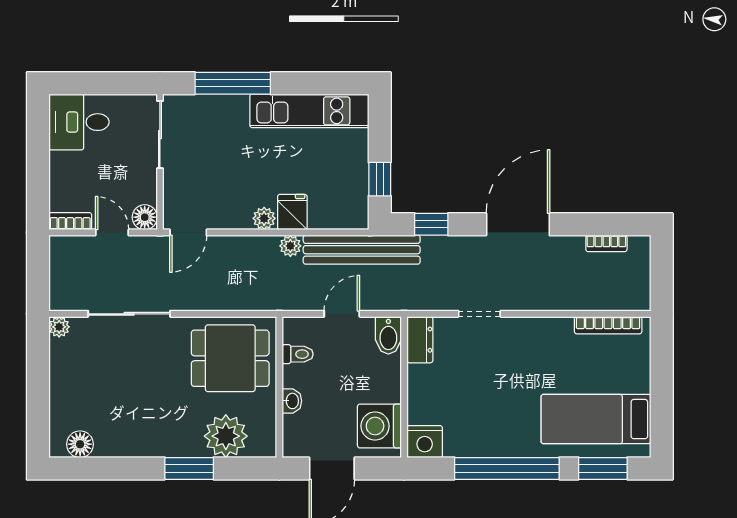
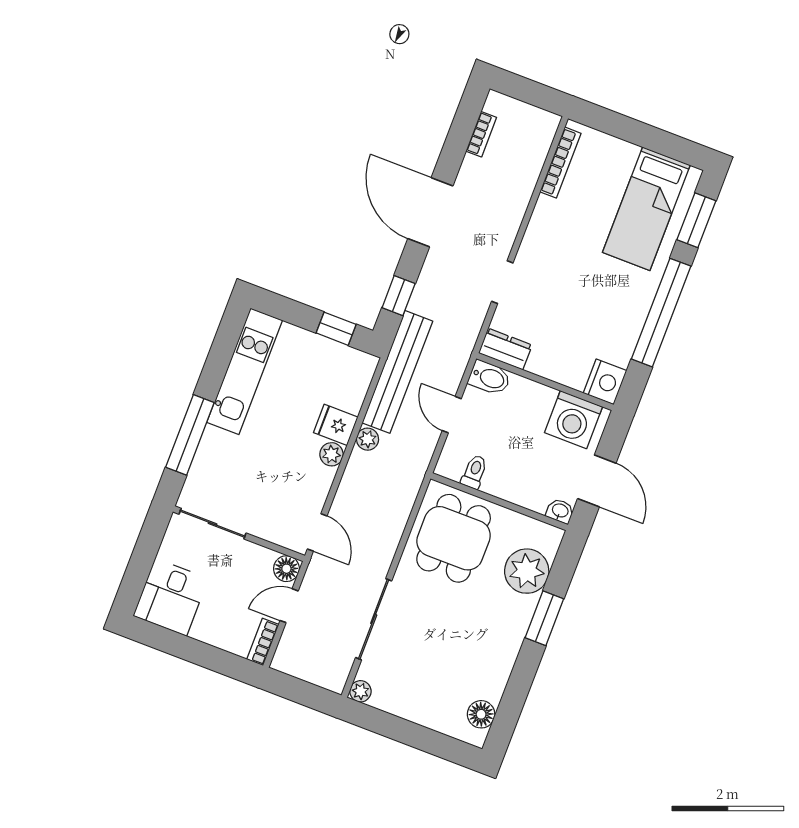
washbasin: (292, 401) -> (560, 511), moved

